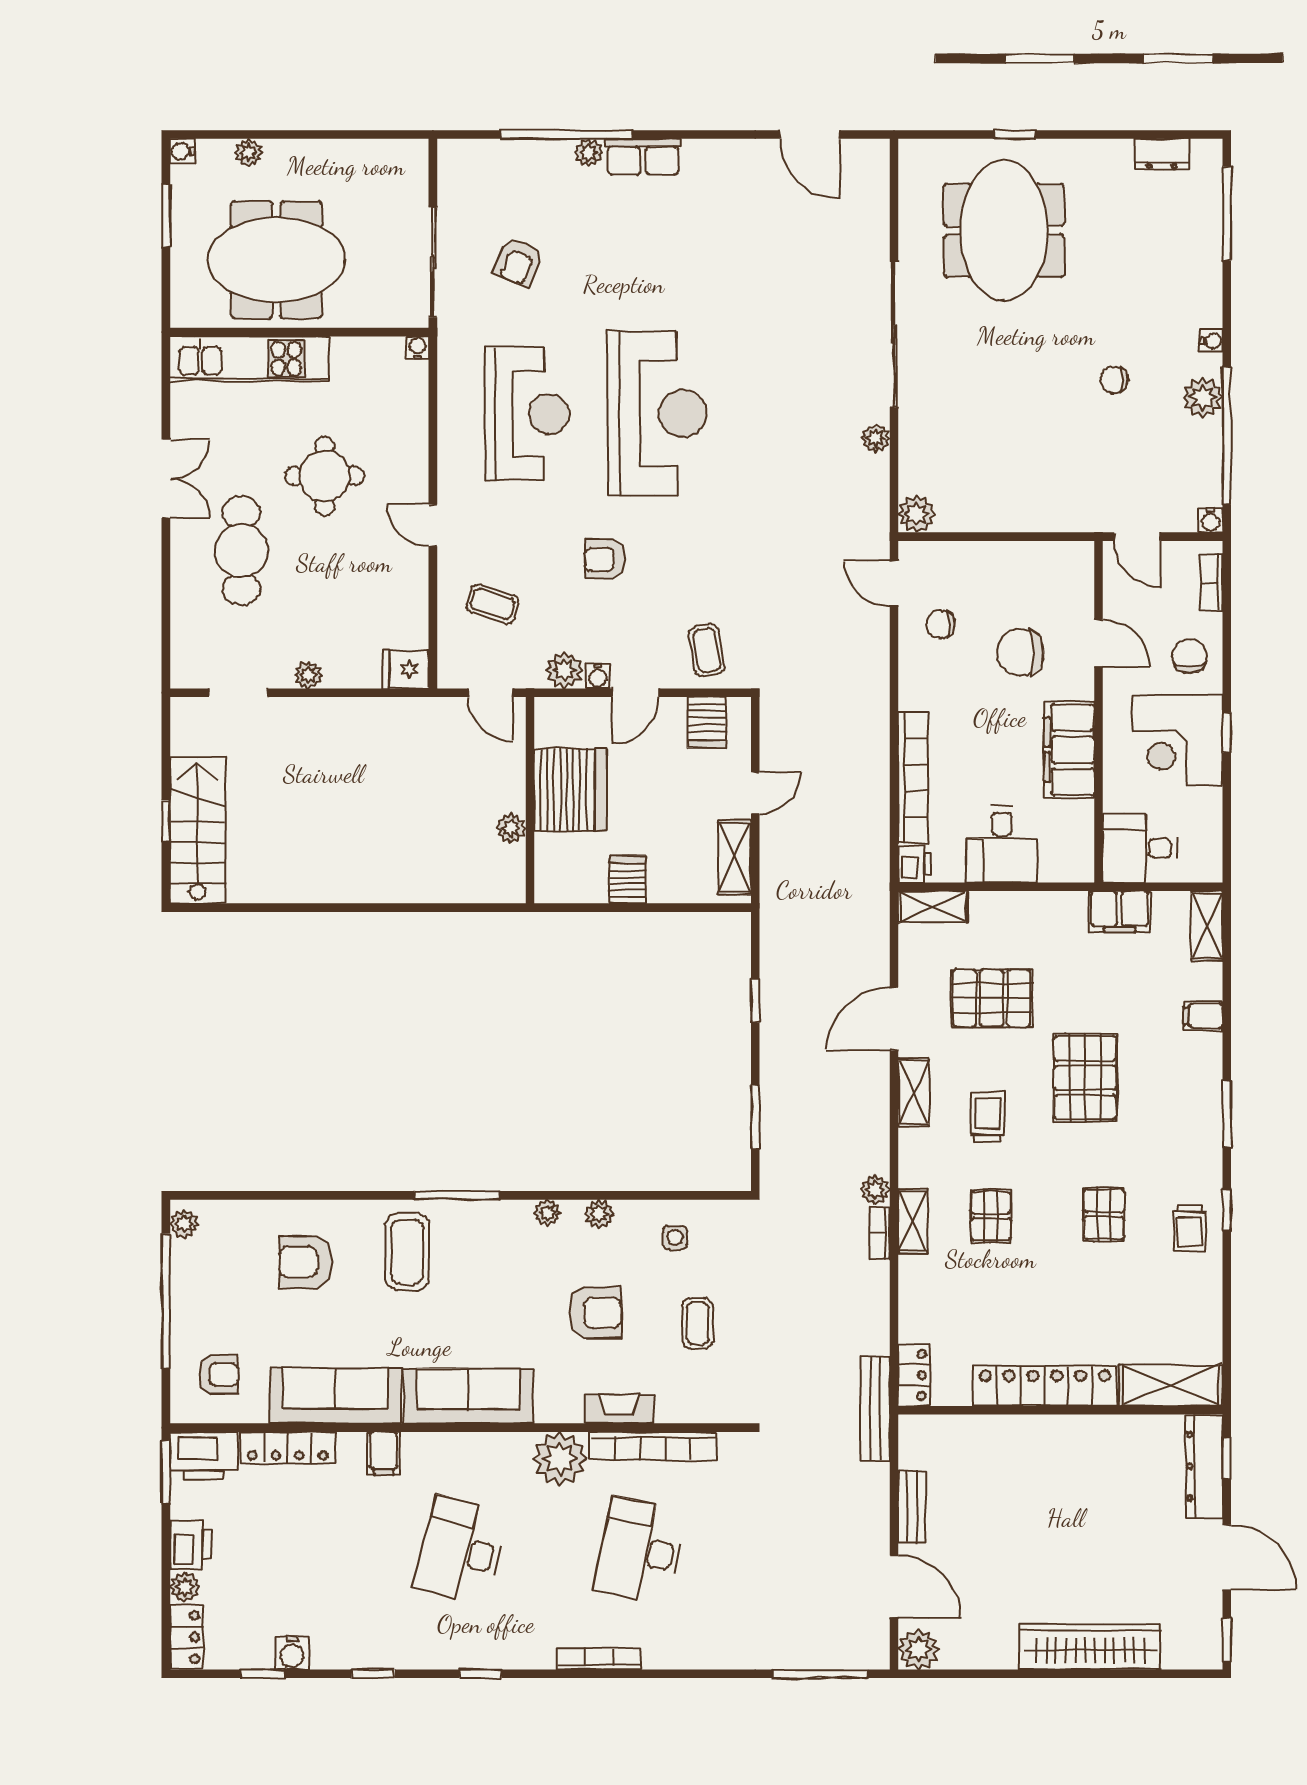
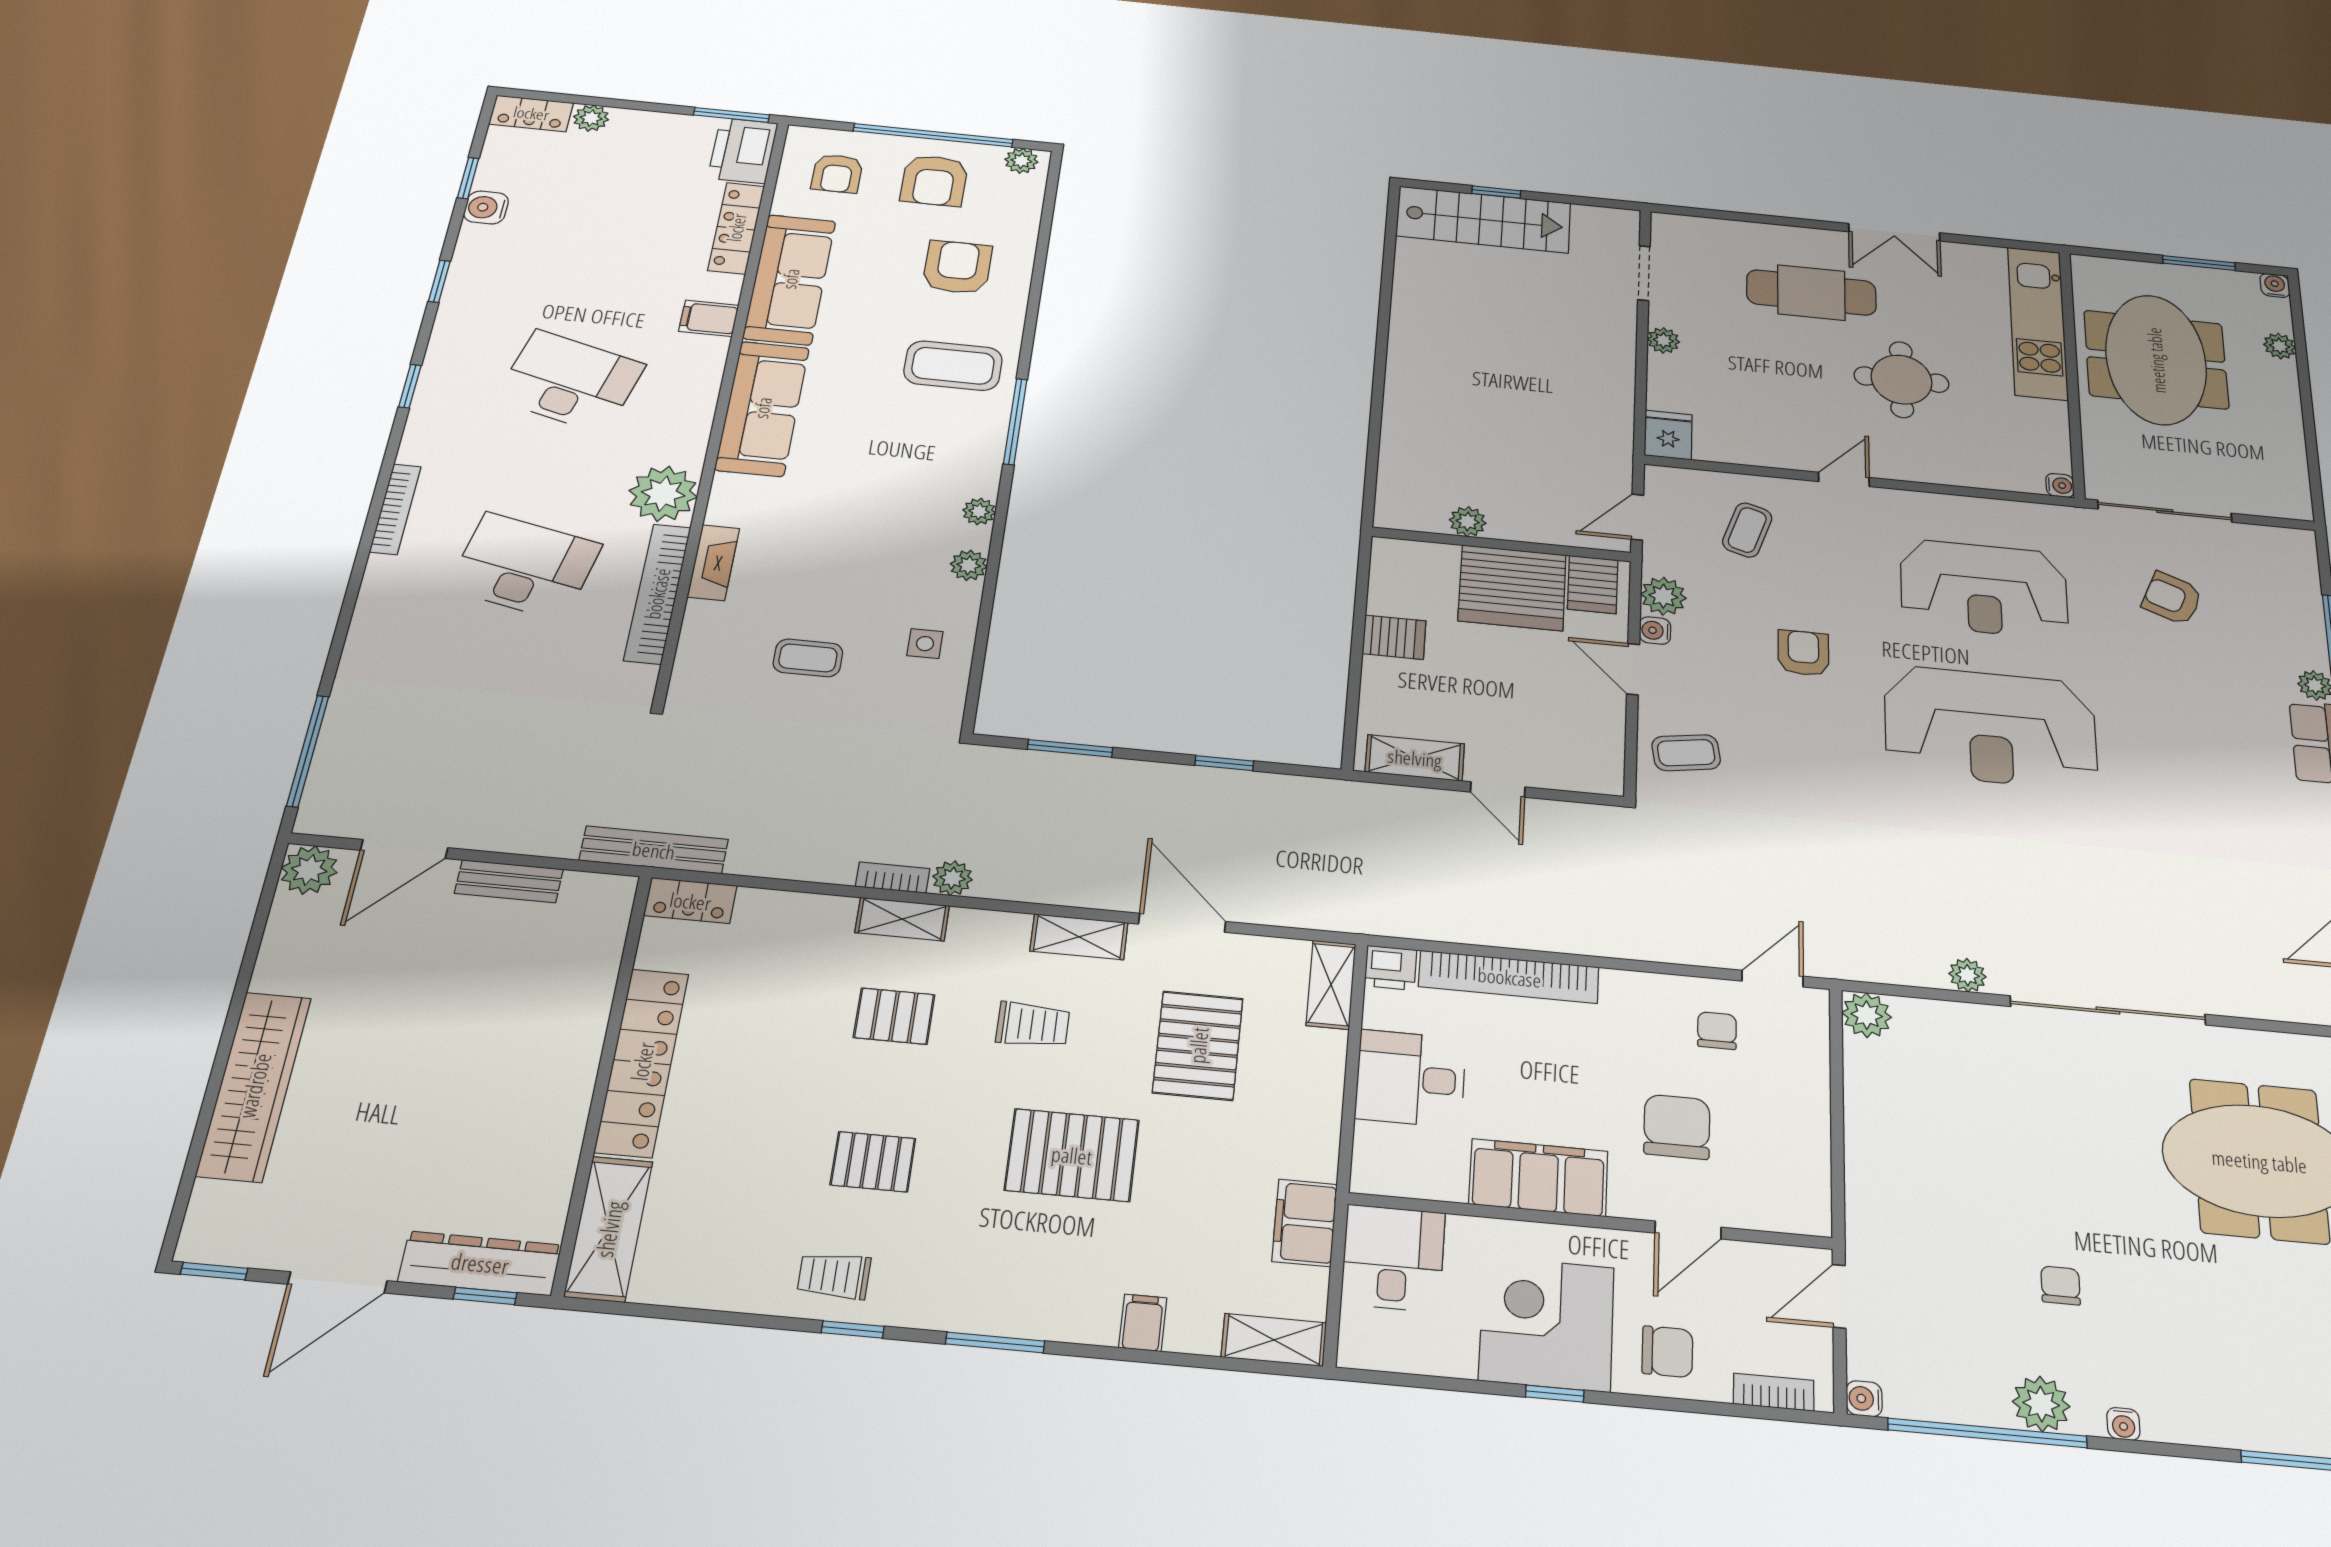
server rack: (707, 722) -> (1593, 584), moved, turned -90
armchair: (595, 1313) -> (934, 181), moved
printer: (191, 1545) -> (640, 128), removed

